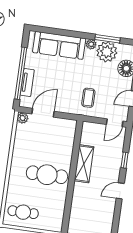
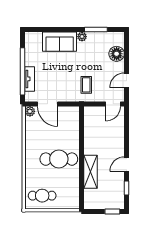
sofa: (59, 45) -> (60, 42), width x0.73
plant: (107, 52) -> (97, 41), removed
door: (43, 113) -> (48, 104), swing flipped
window: (125, 160) -> (126, 188), moved
shelving: (84, 164) -> (91, 172), moved

